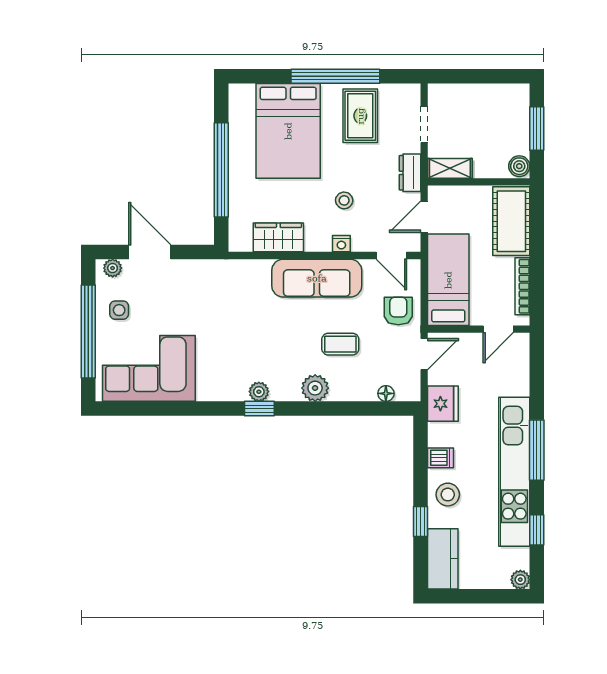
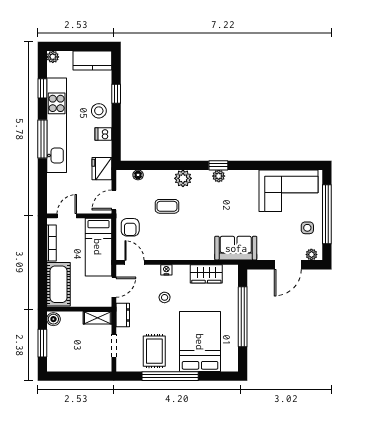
door: (150, 252) -> (288, 265), hinge flipped
sofa: (317, 278) -> (236, 248), moved, width x0.73
kitchen counter: (443, 559) -> (92, 60), moved, turned -90

